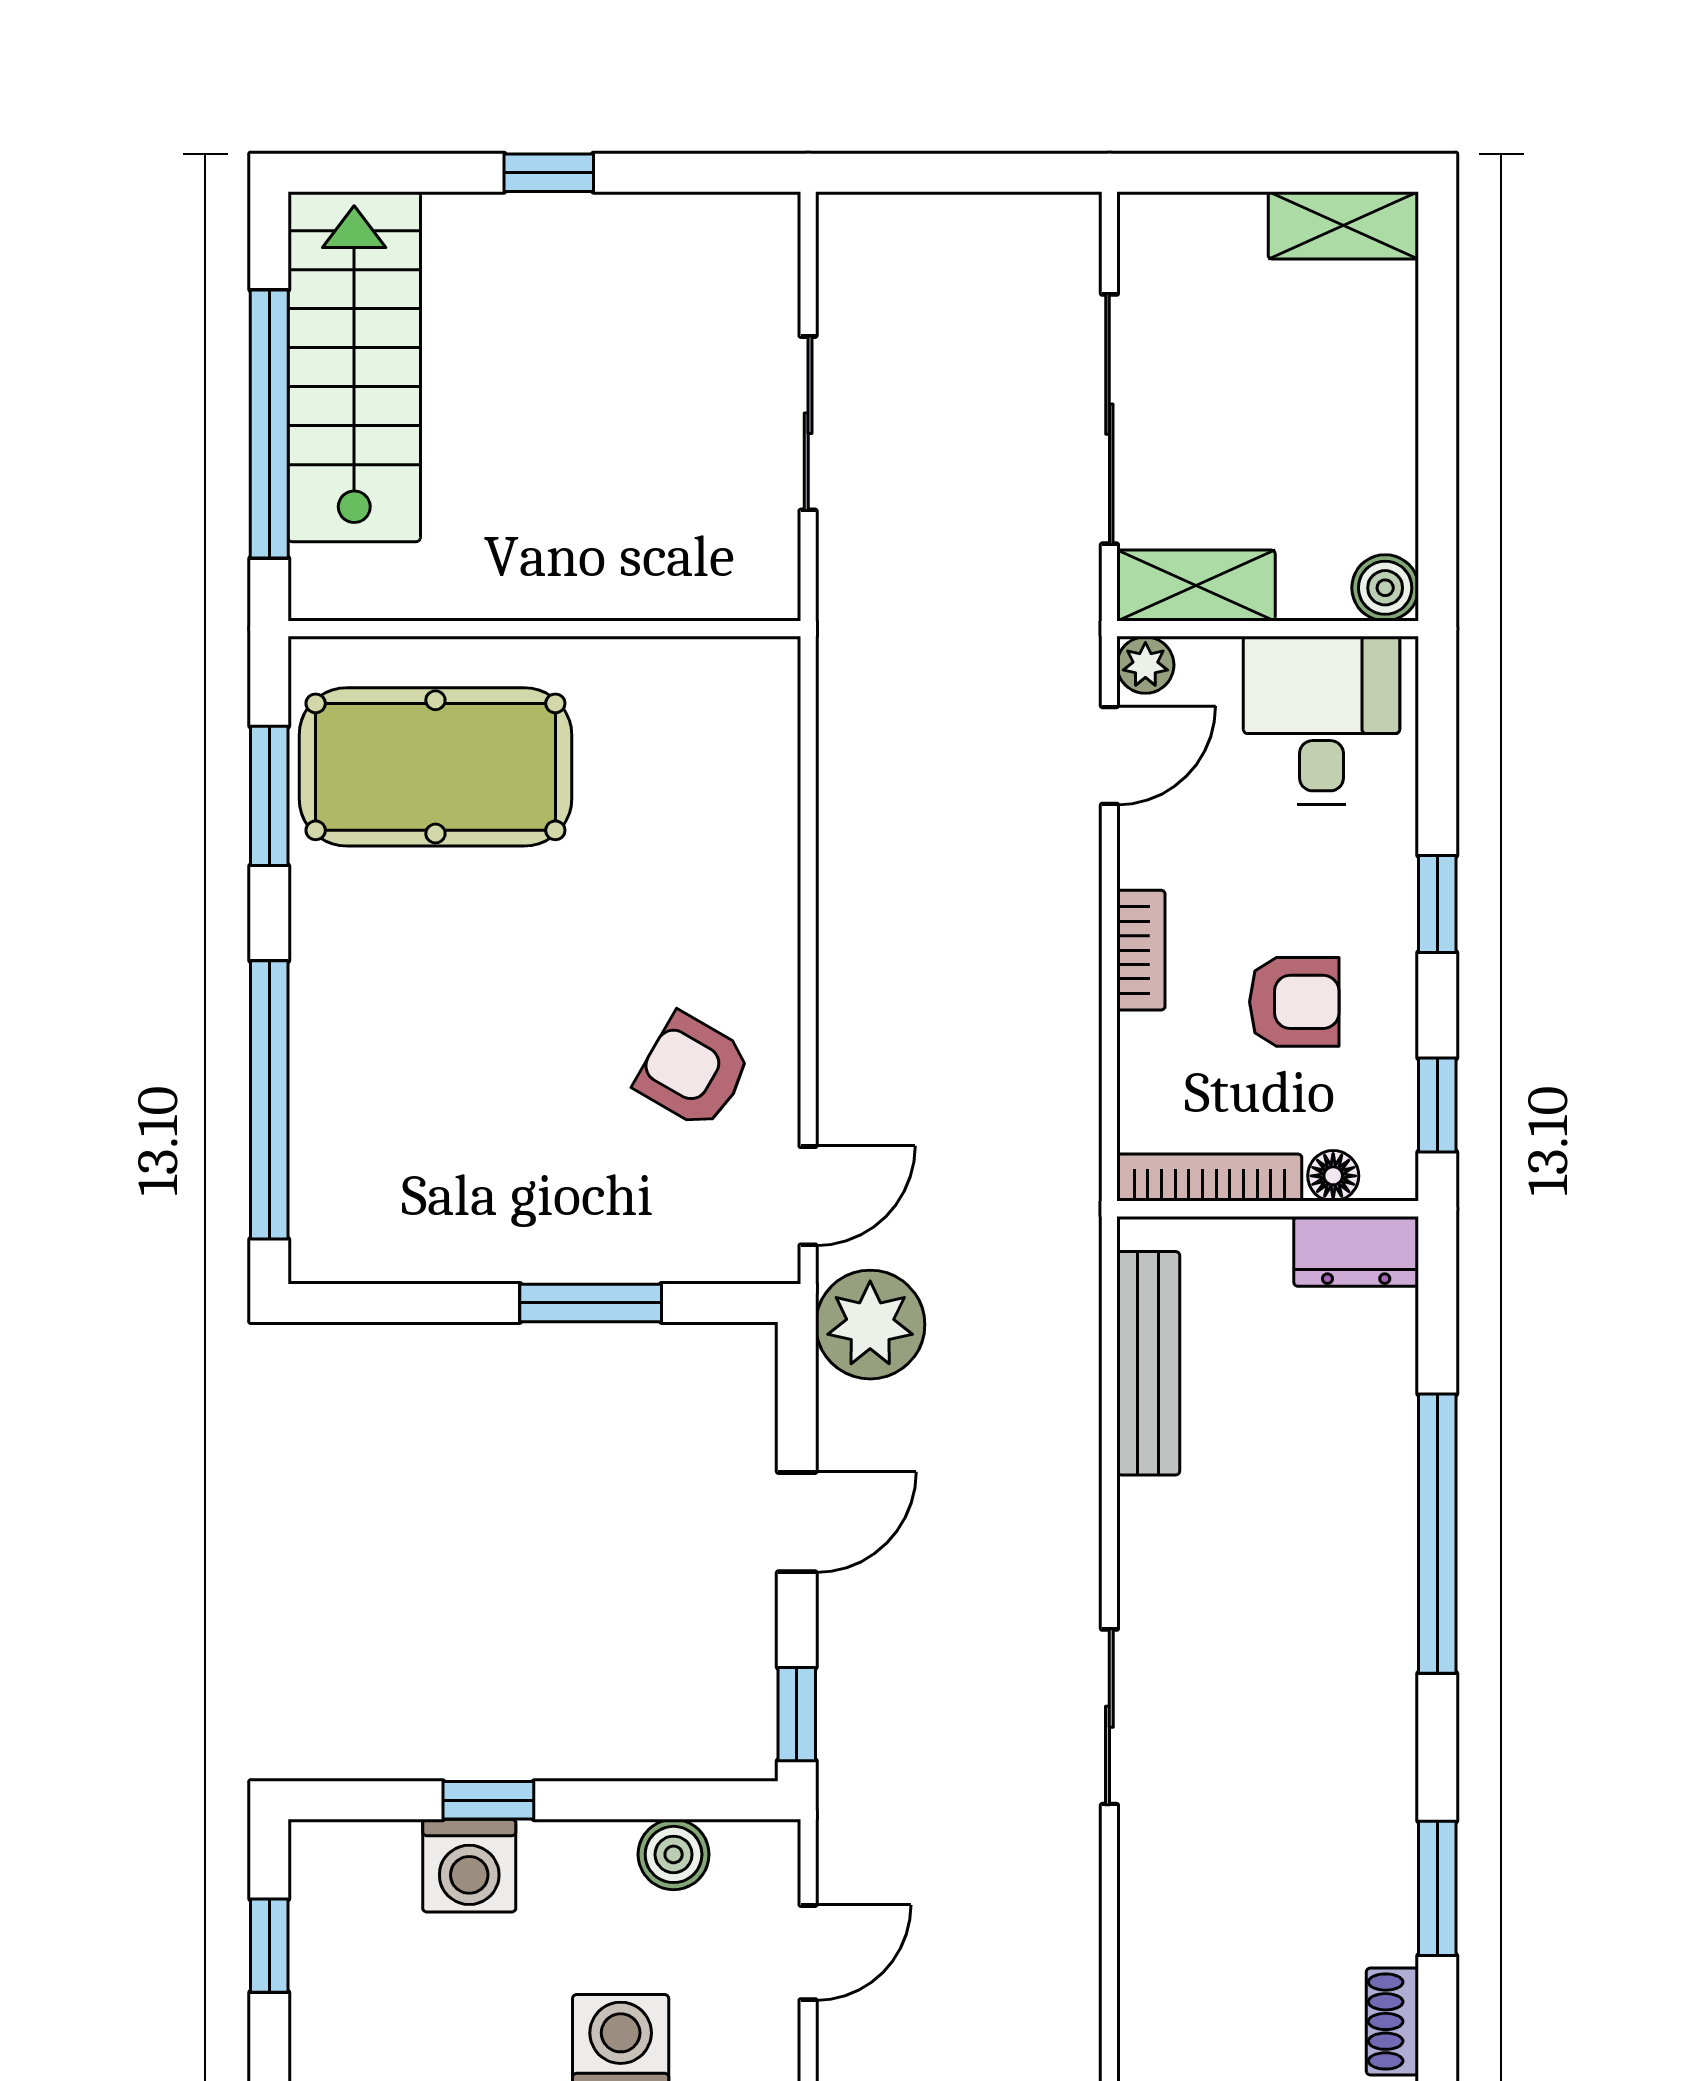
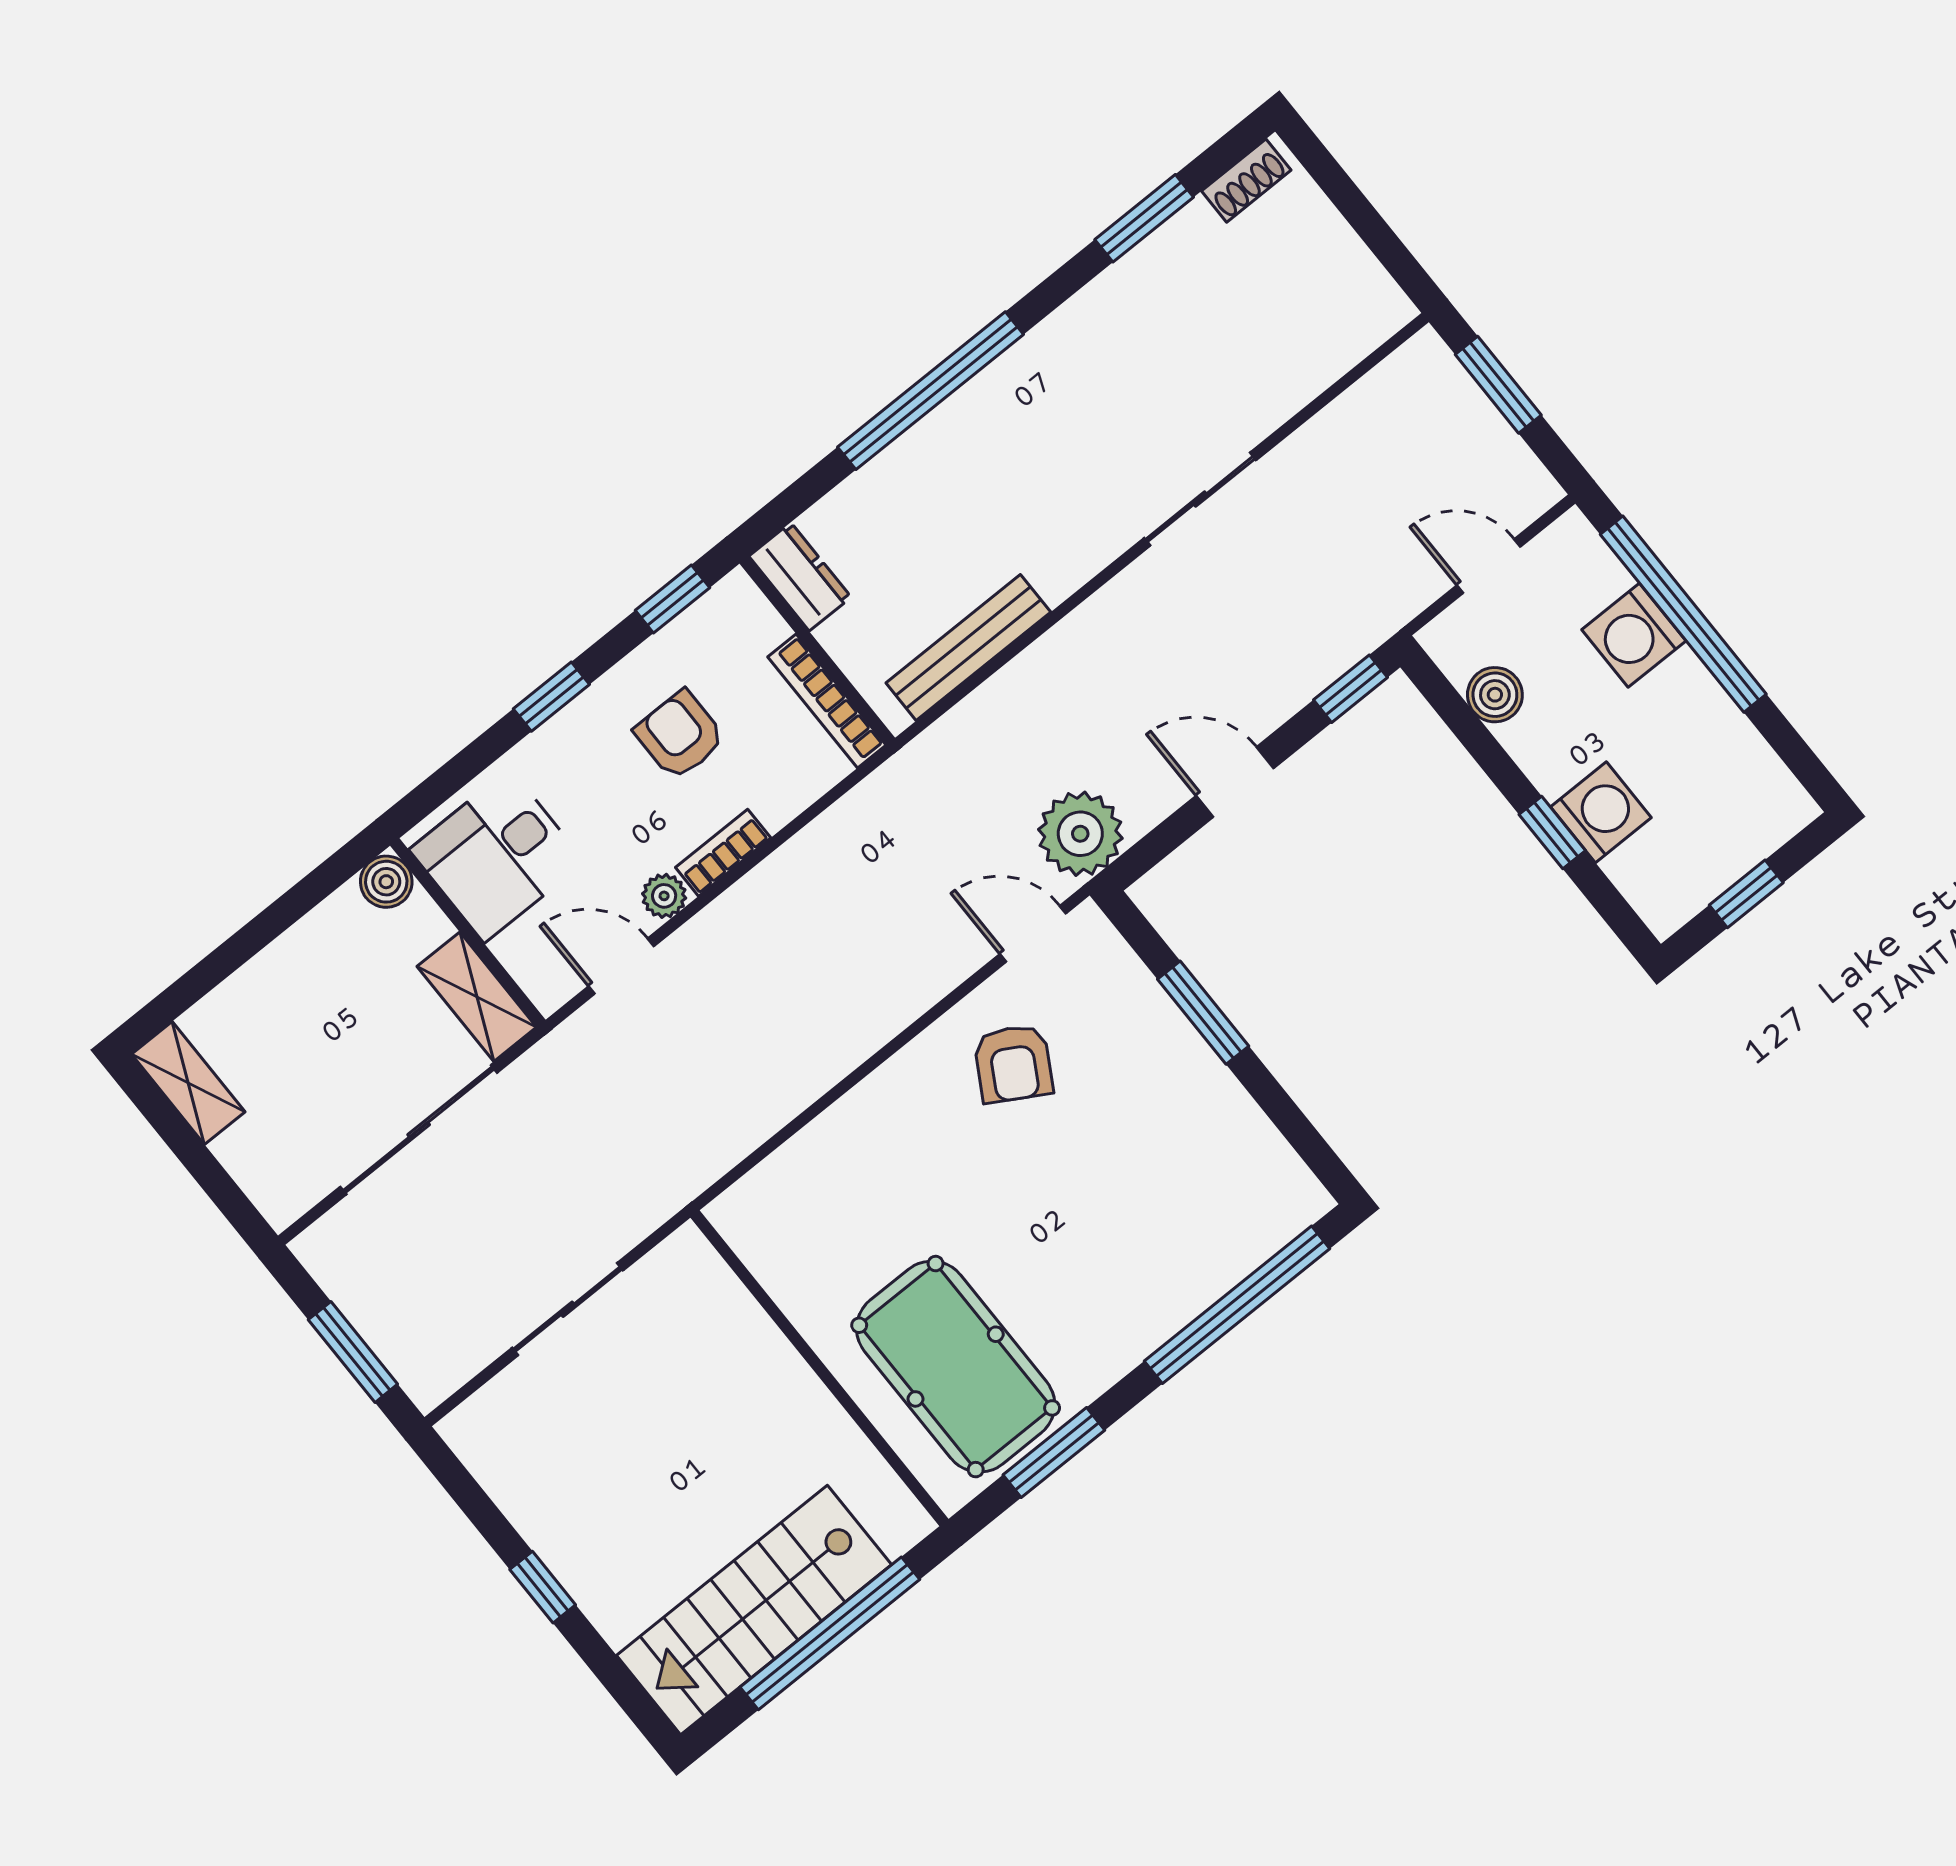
window: (939, 173) -> (353, 1352), added
plant: (1145, 665) -> (664, 896), moved
floor lamp: (1333, 1176) -> (766, 627), removed

